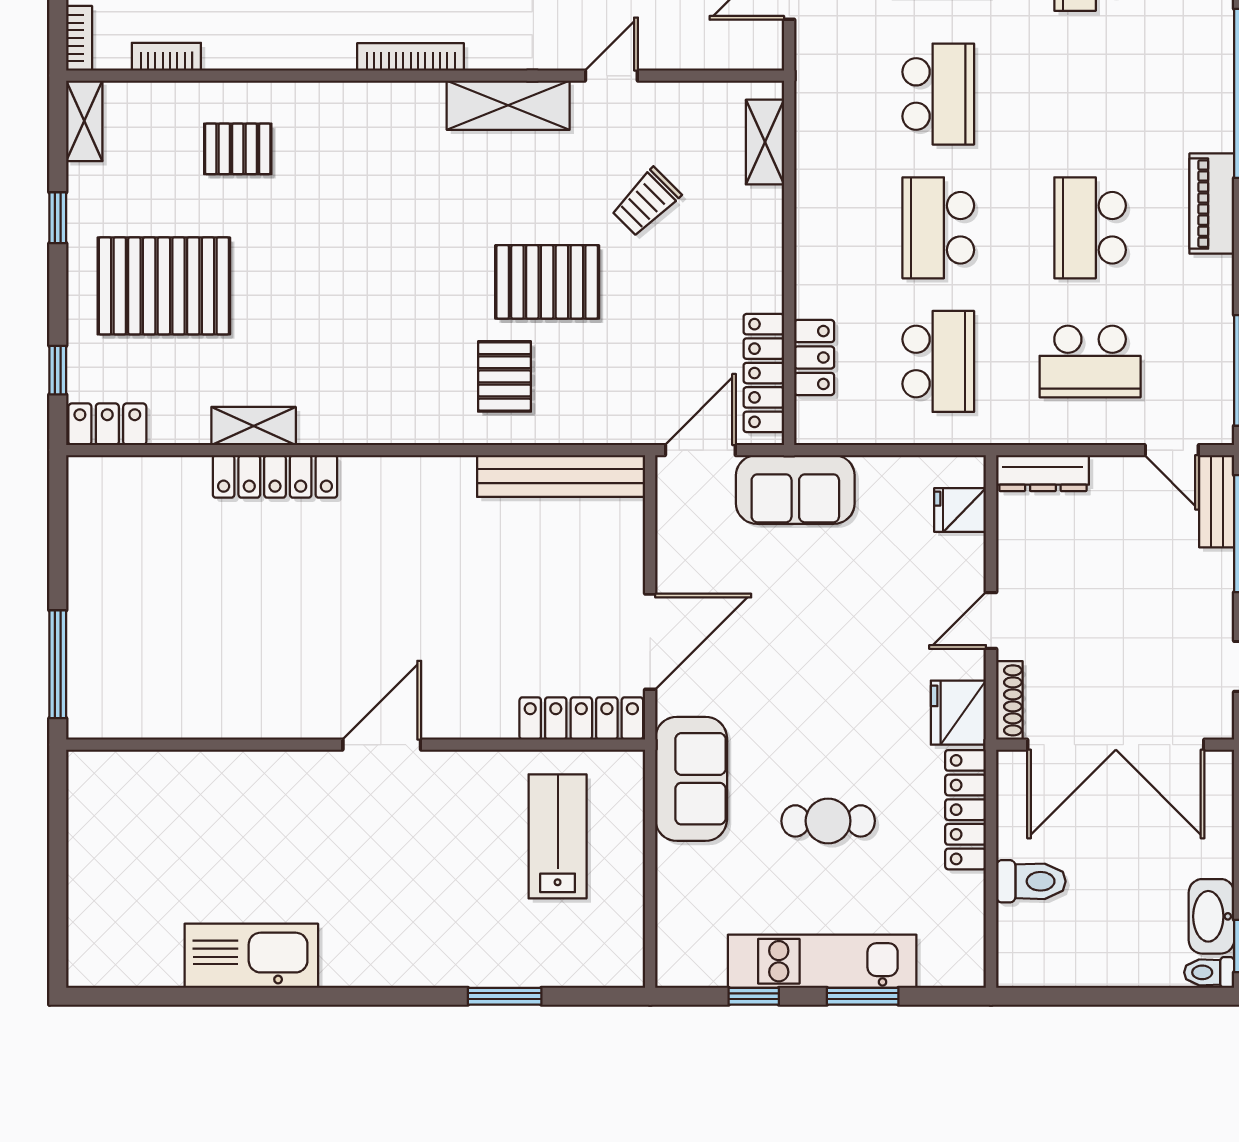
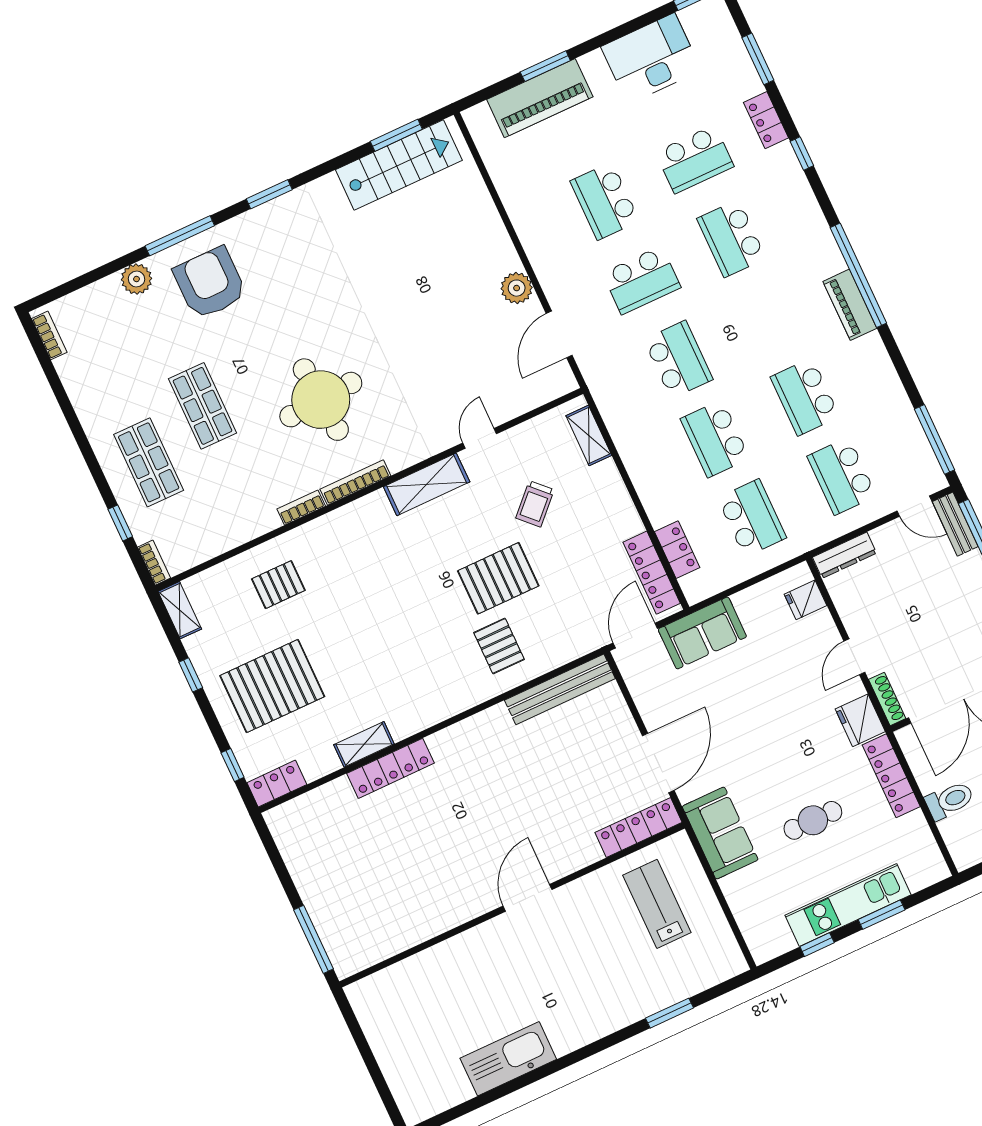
bookcase: (166, 57) -> (301, 508), moved
piano: (1212, 204) -> (850, 305), moved
school desk: (1090, 361) -> (842, 476), turned 90

